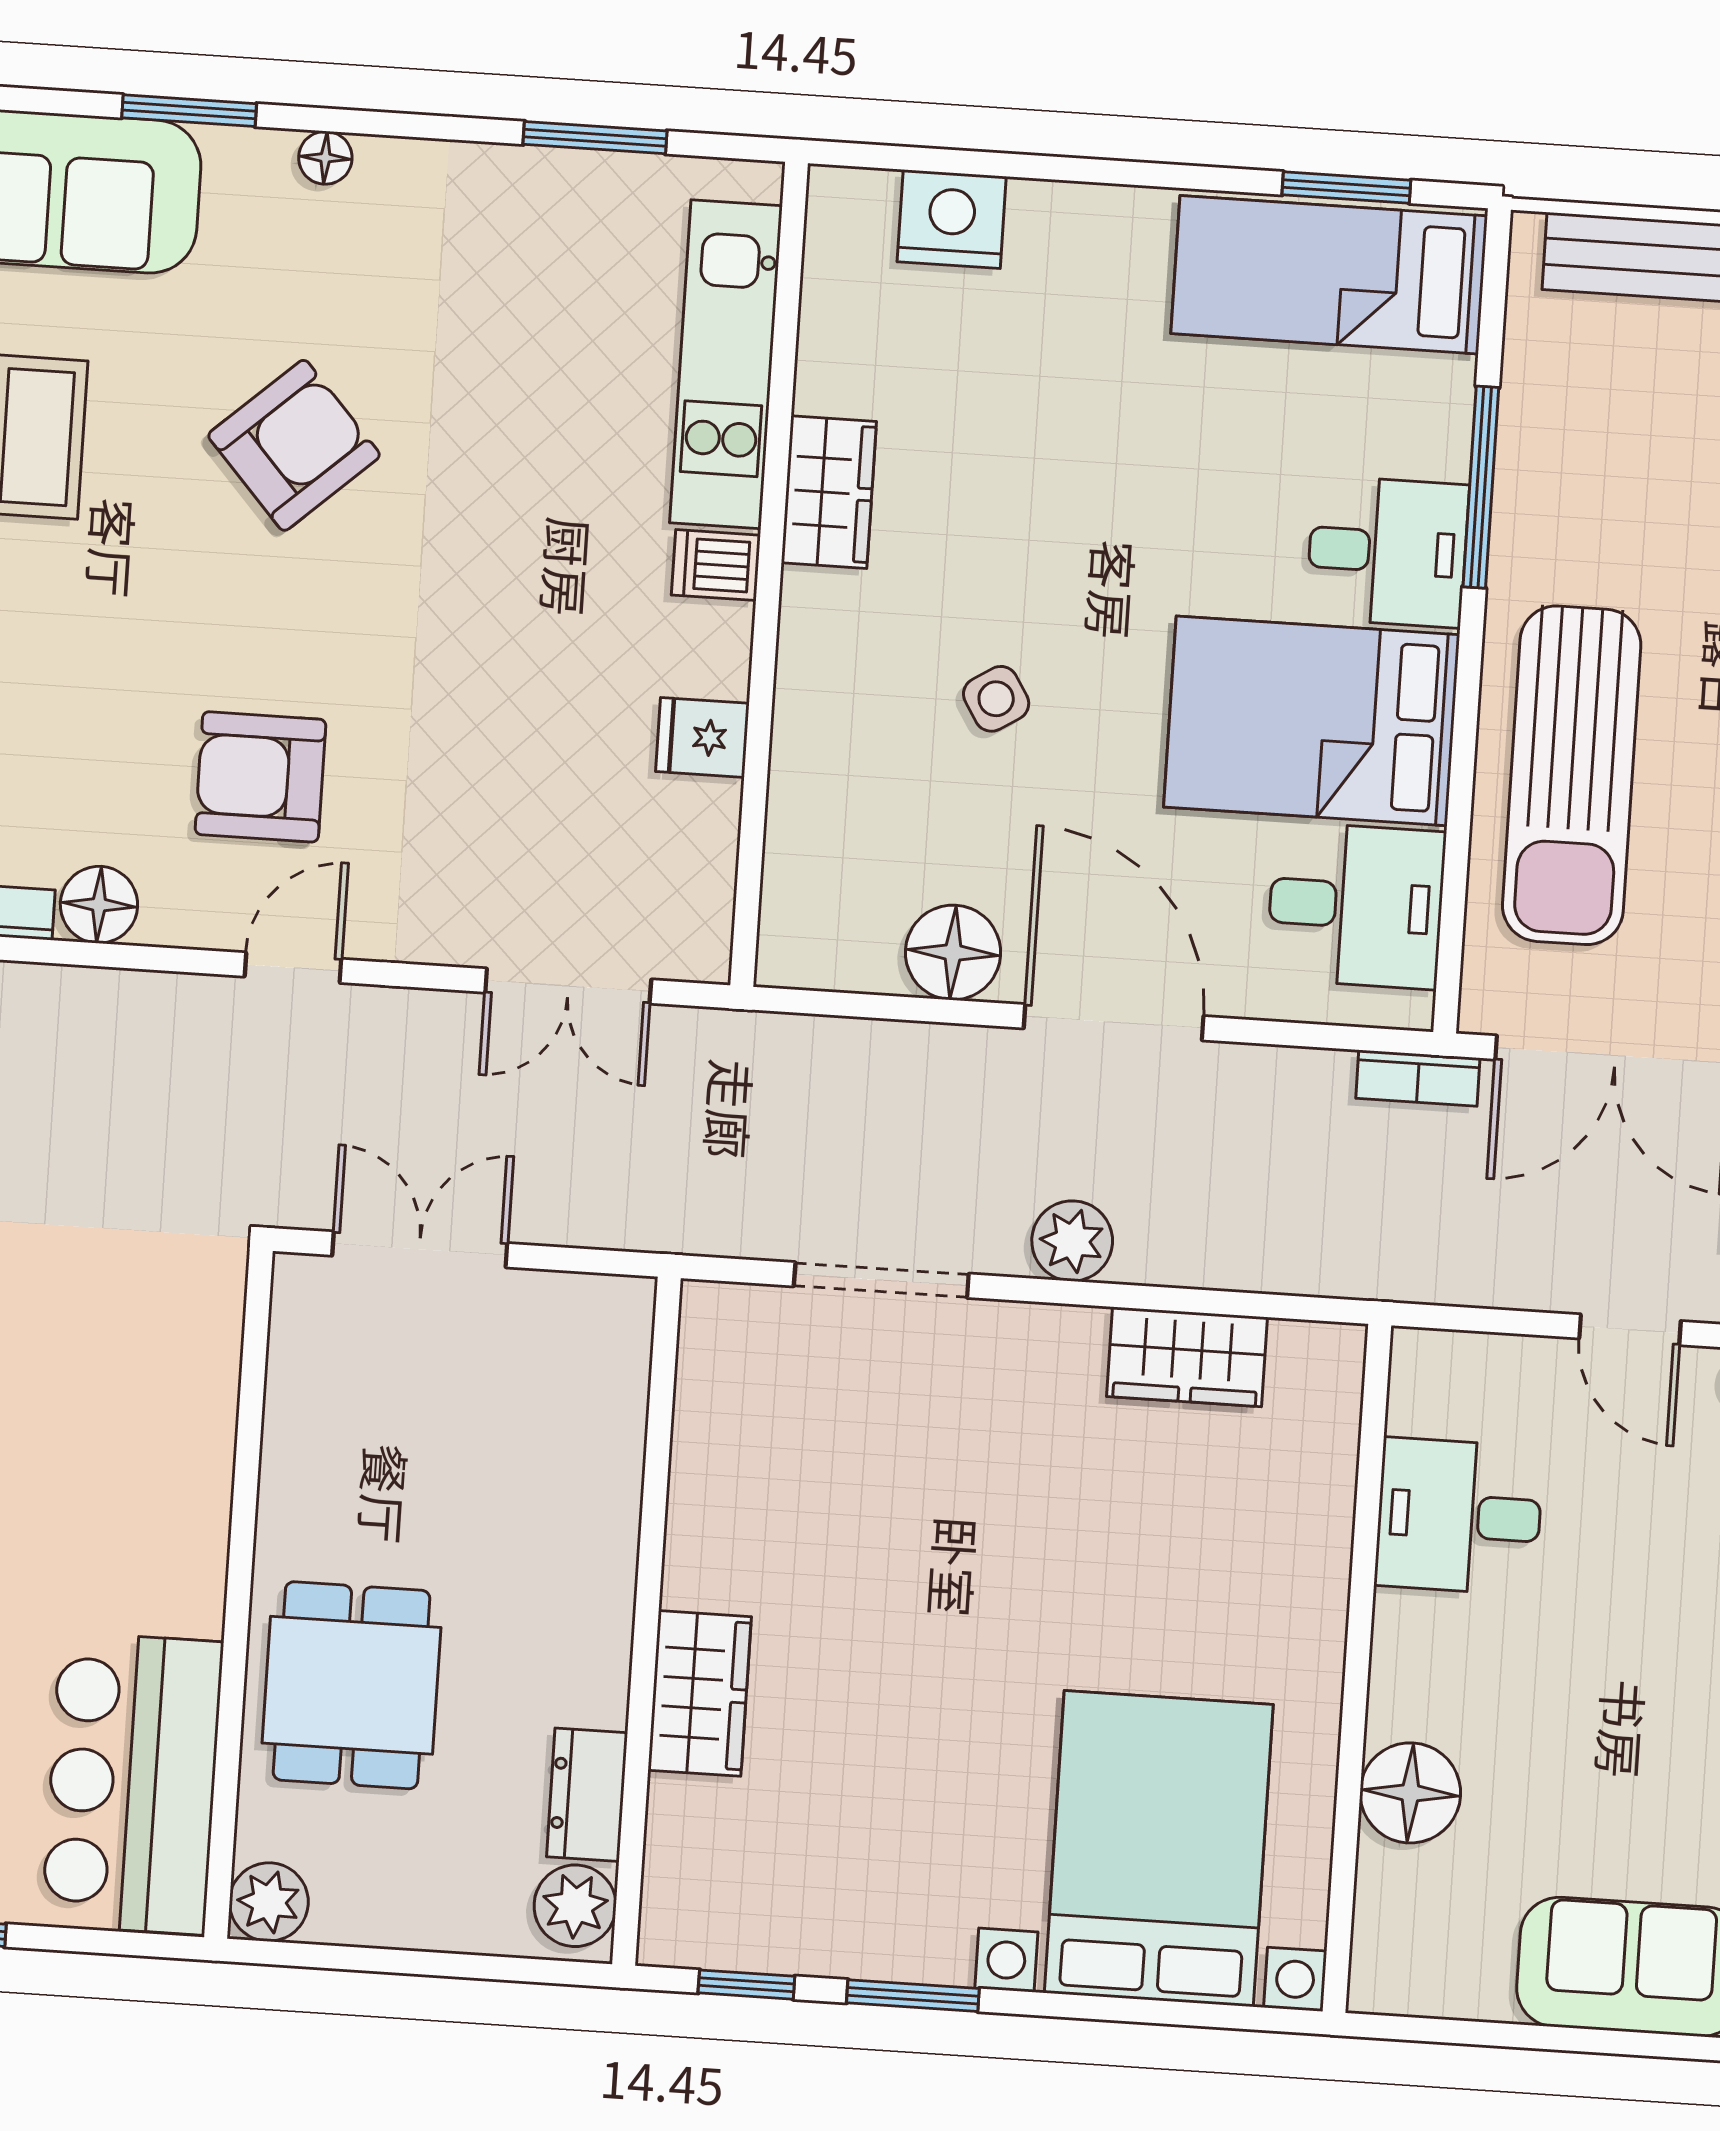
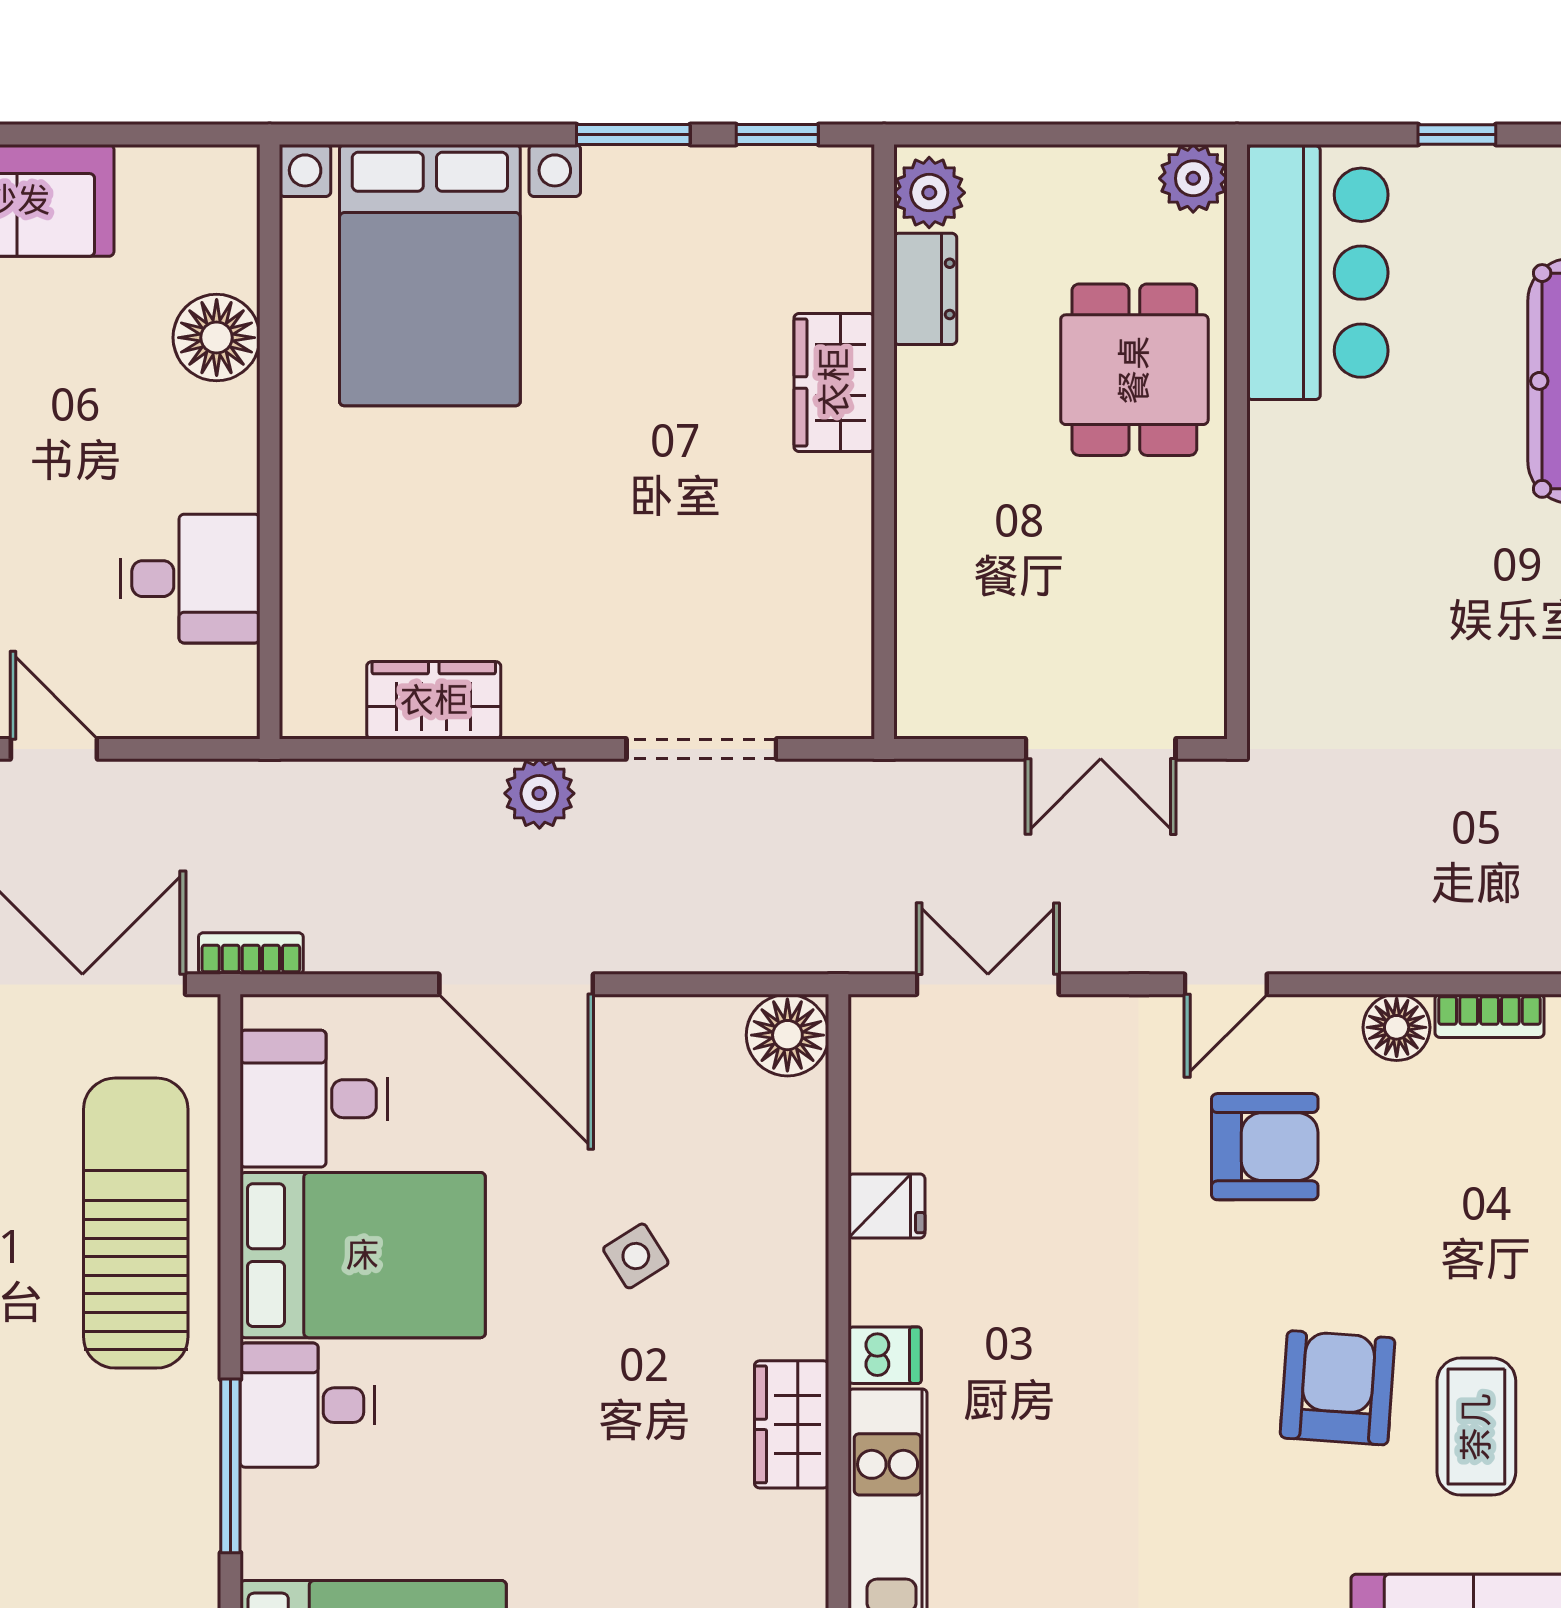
armchair: (294, 445) -> (1338, 1388), moved, turned 136
floor lamp: (953, 952) -> (787, 1035), moved

